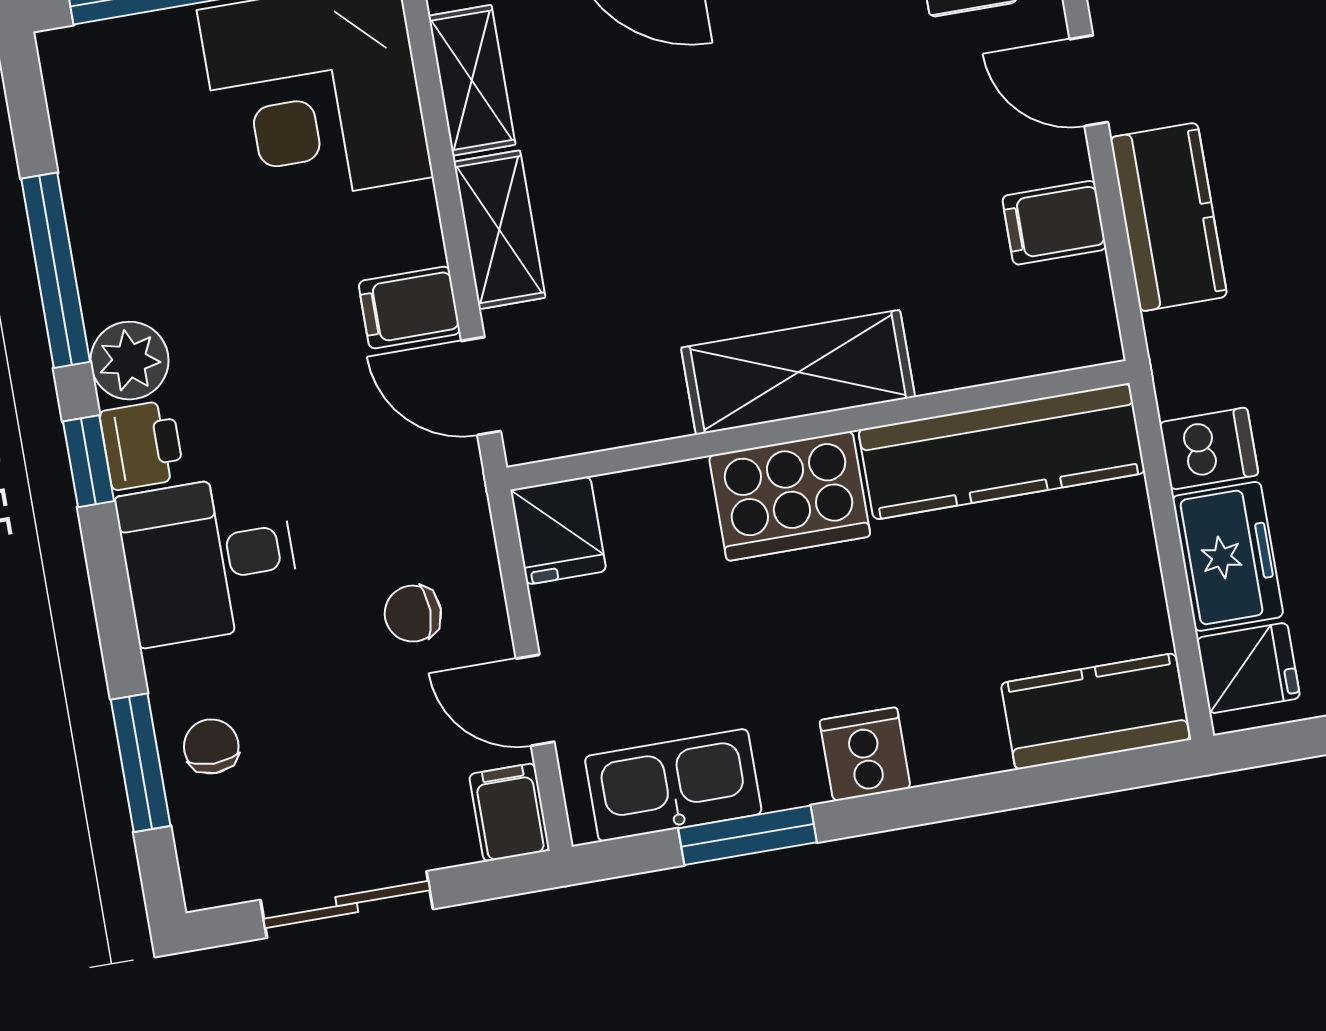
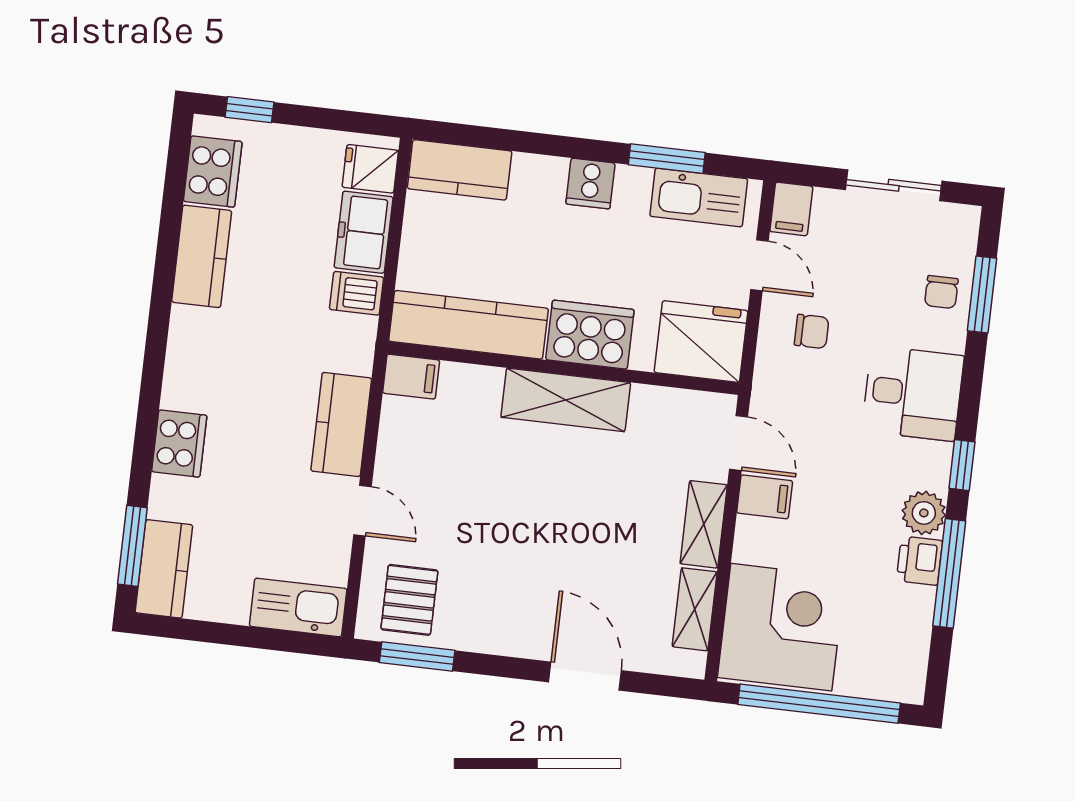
filing cabinet: (1054, 223) -> (411, 377), moved
printer: (142, 445) -> (919, 561), moved
fridge: (558, 530) -> (701, 342), width x1.88, depth x1.34

